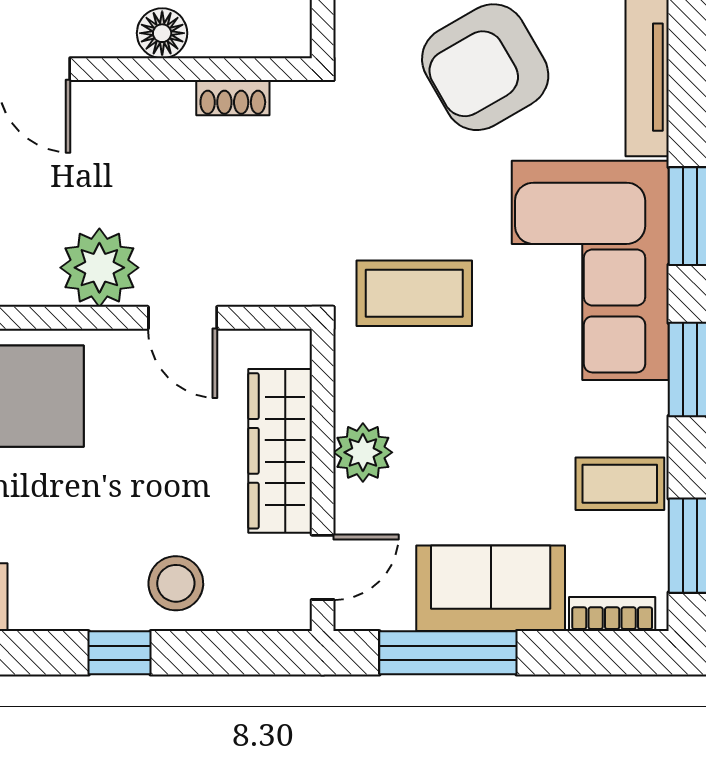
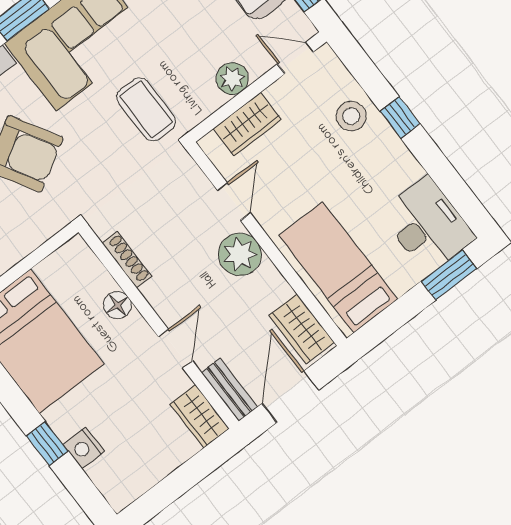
shoe rack: (233, 98) -> (127, 260), width x1.43
wardrobe: (280, 451) -> (247, 124), width x0.67

